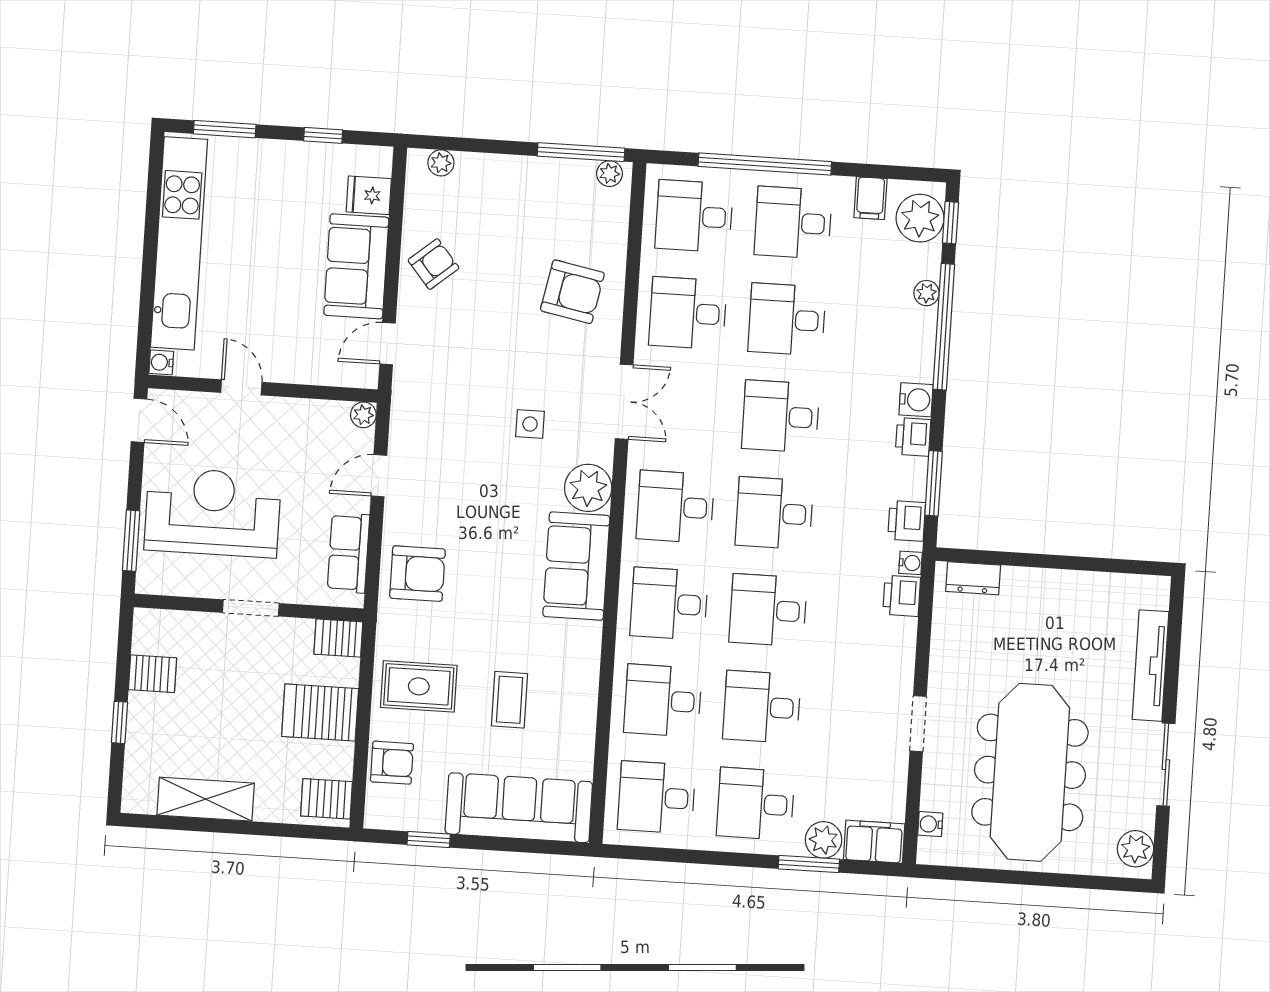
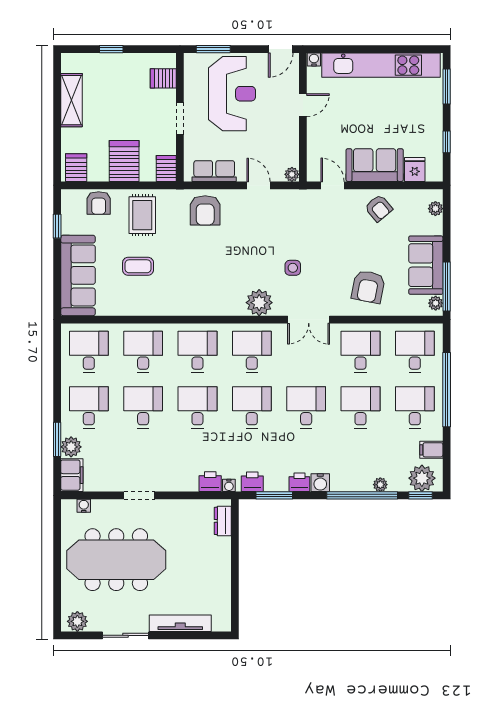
sofa: (576, 566) -> (426, 265), moved, turned -90
server rack: (153, 674) -> (163, 78), moved, turned 90

